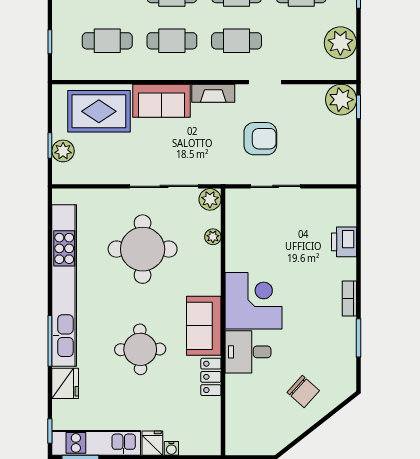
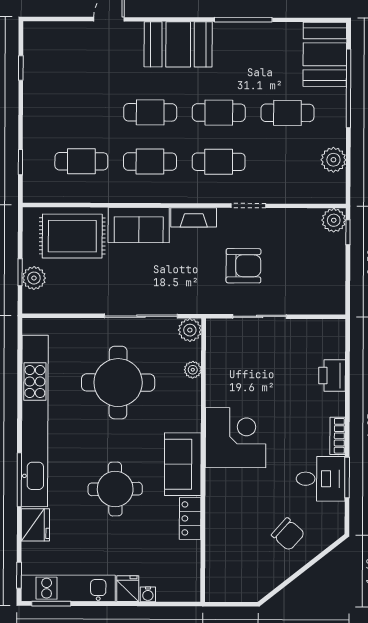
plant: (340, 43) -> (333, 160), width x0.73, depth x0.73
plant: (341, 100) -> (334, 220), width x0.73, depth x0.73
desk: (248, 352) -> (321, 479), moved, turned 180

